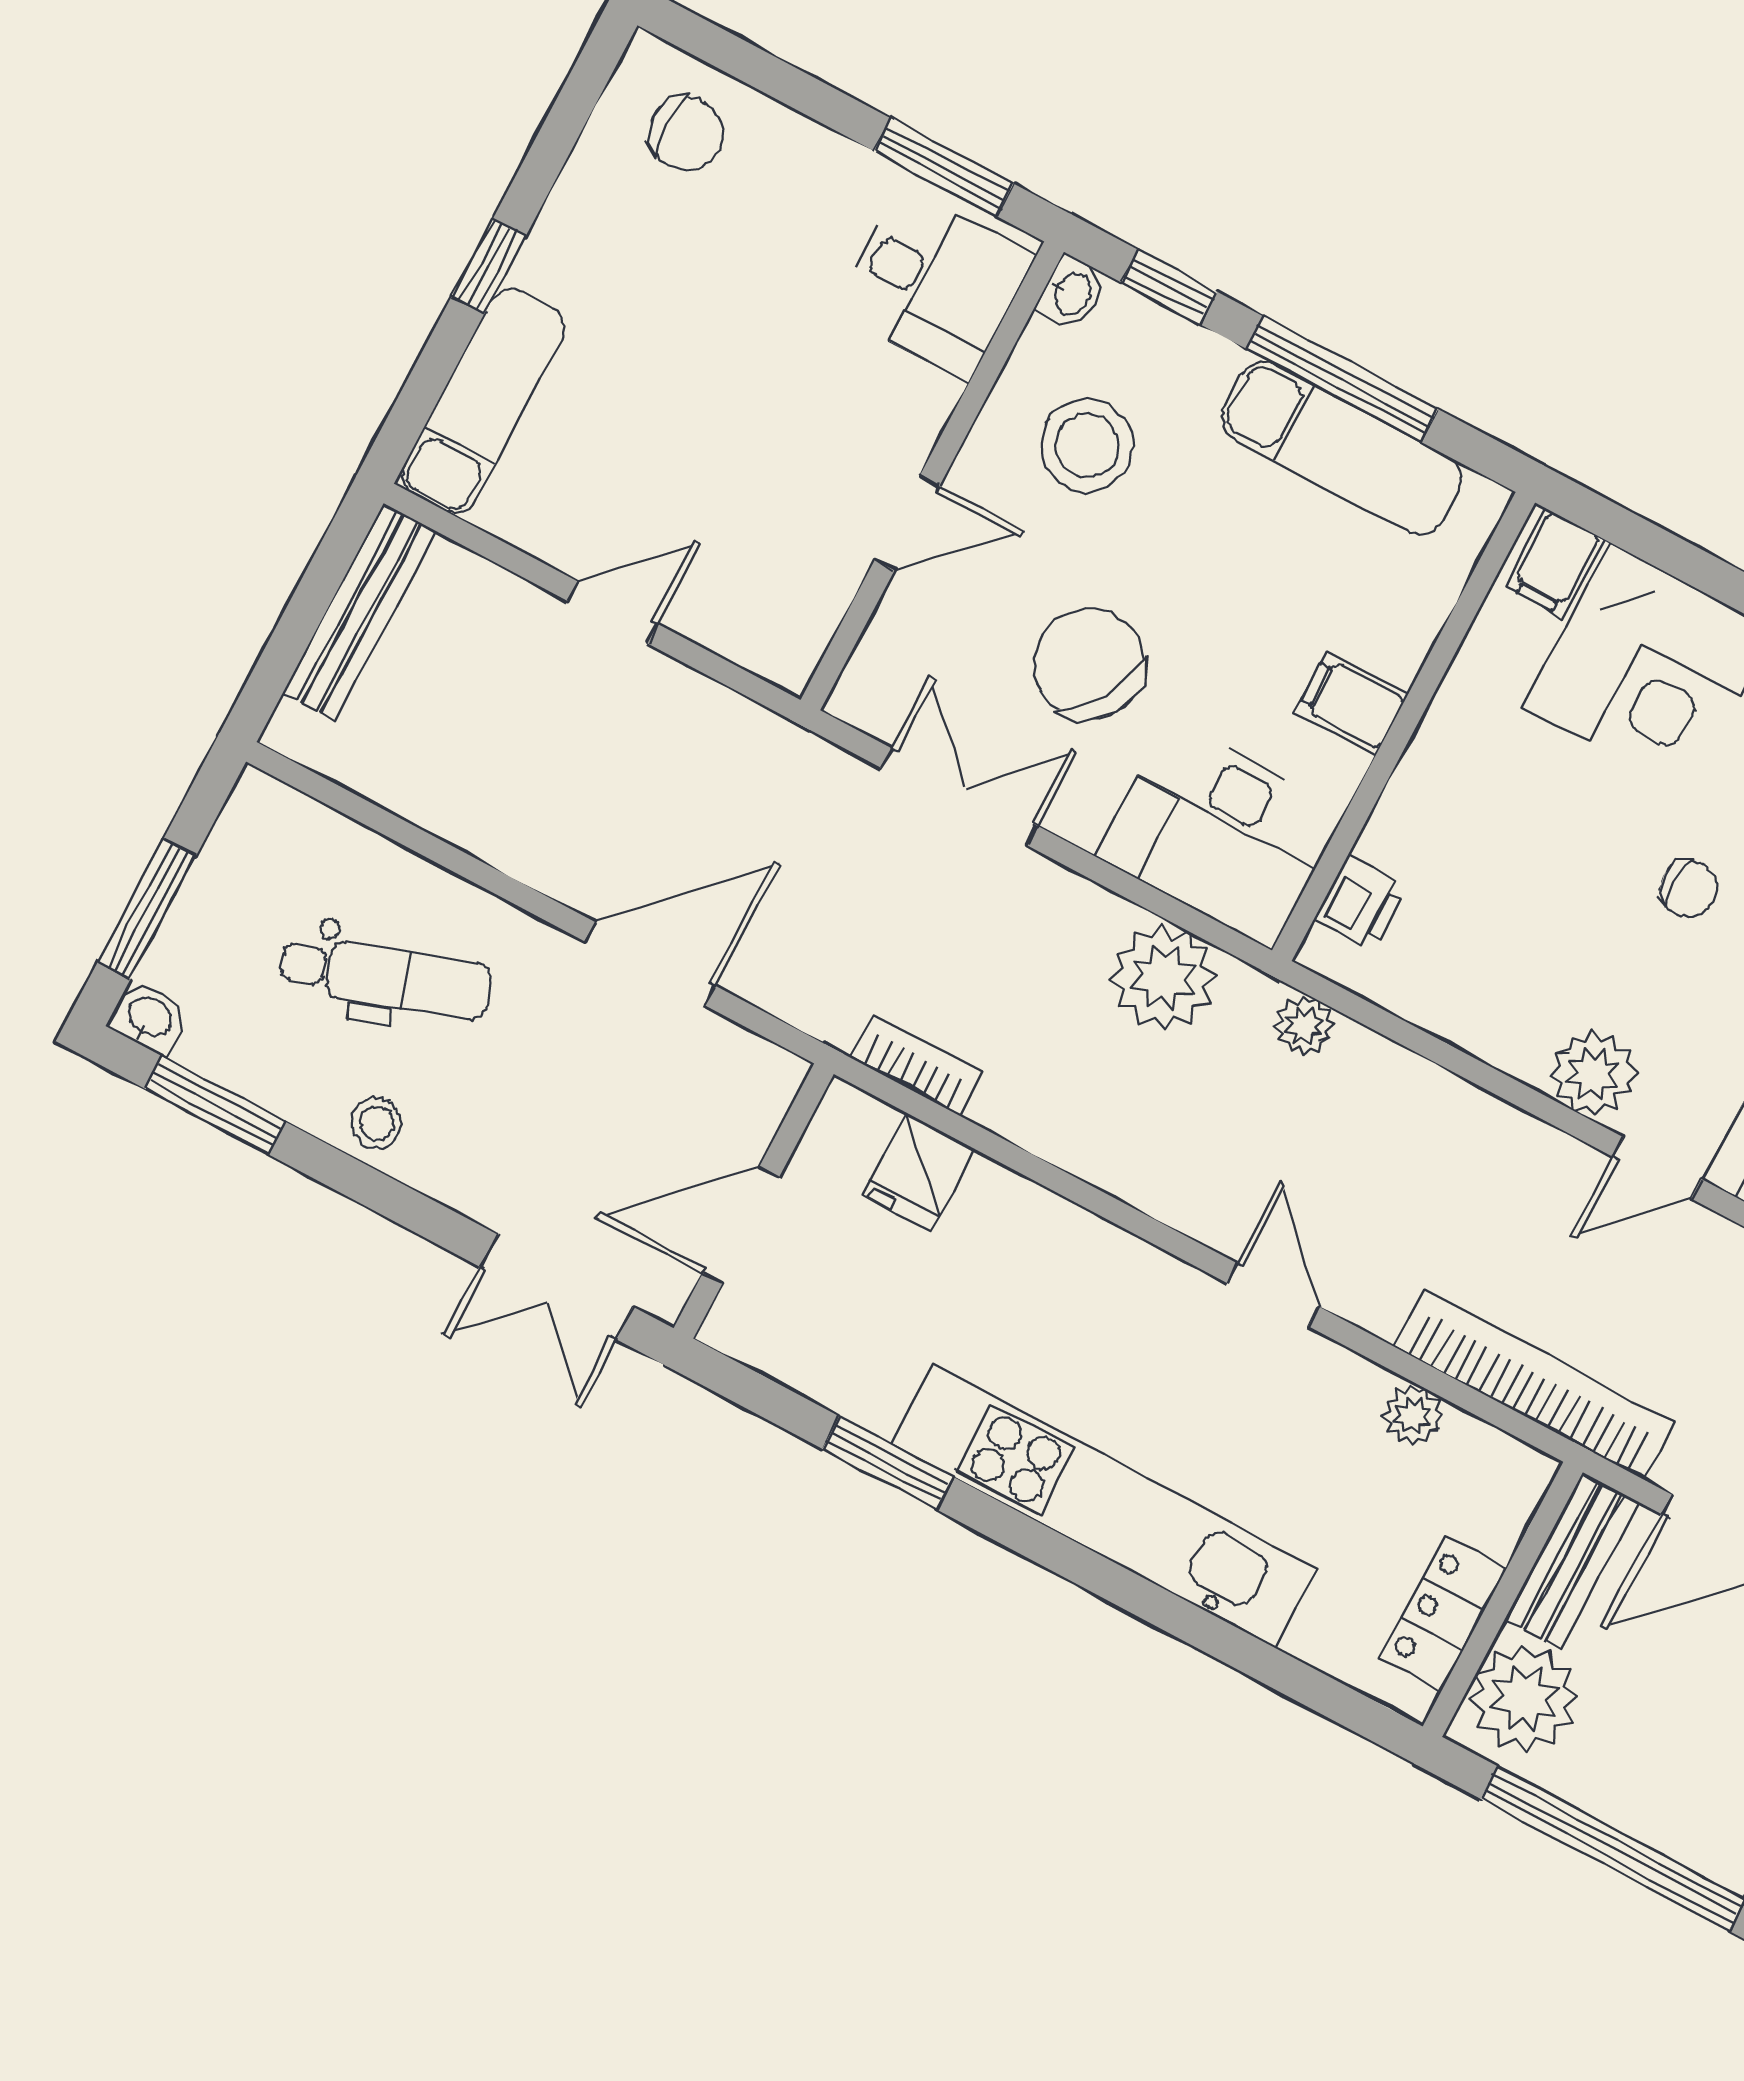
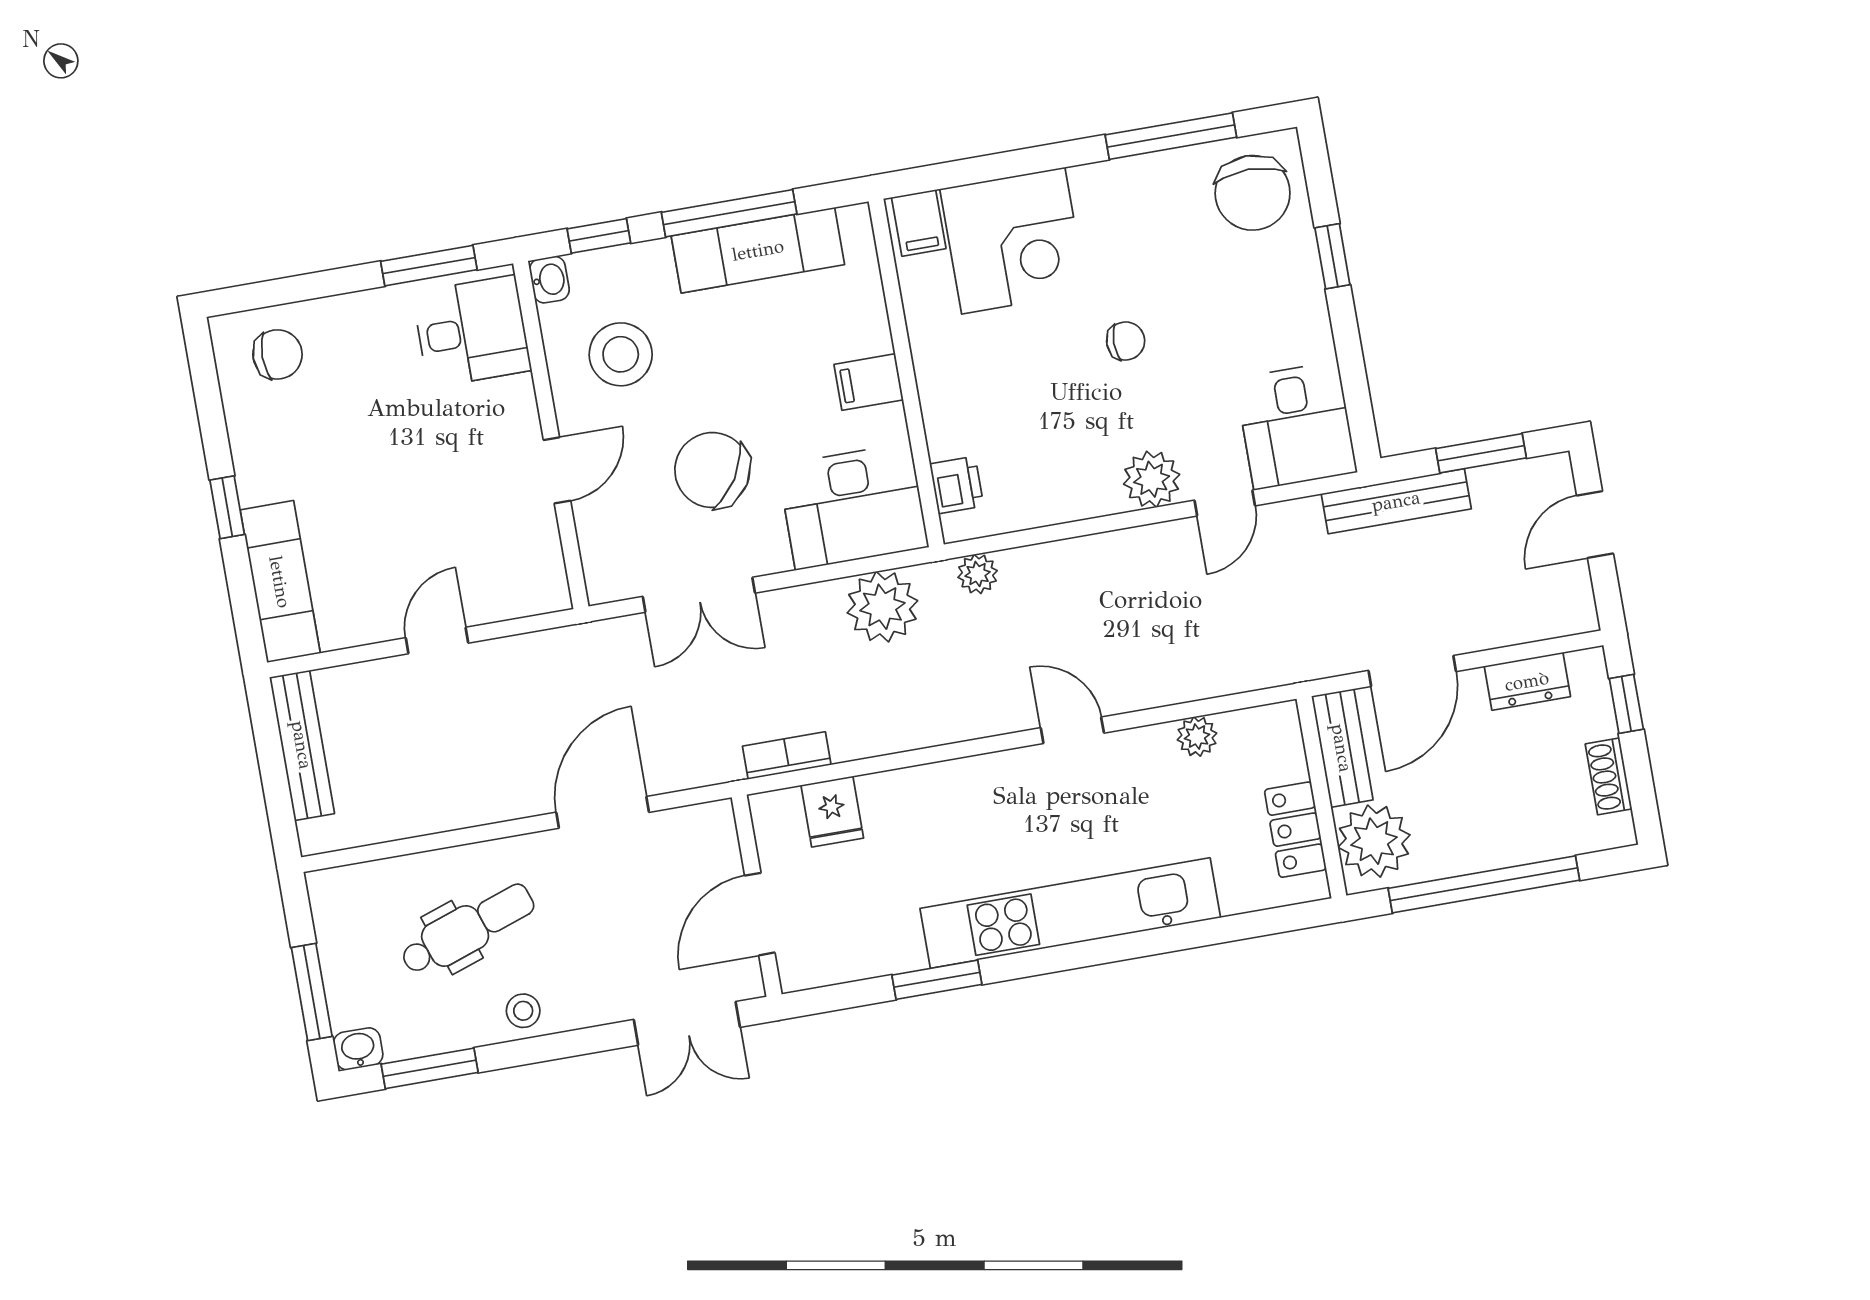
double door: (960, 797) -> (699, 595), swing flipped
bookcase: (1533, 1384) -> (1249, 670), removed

